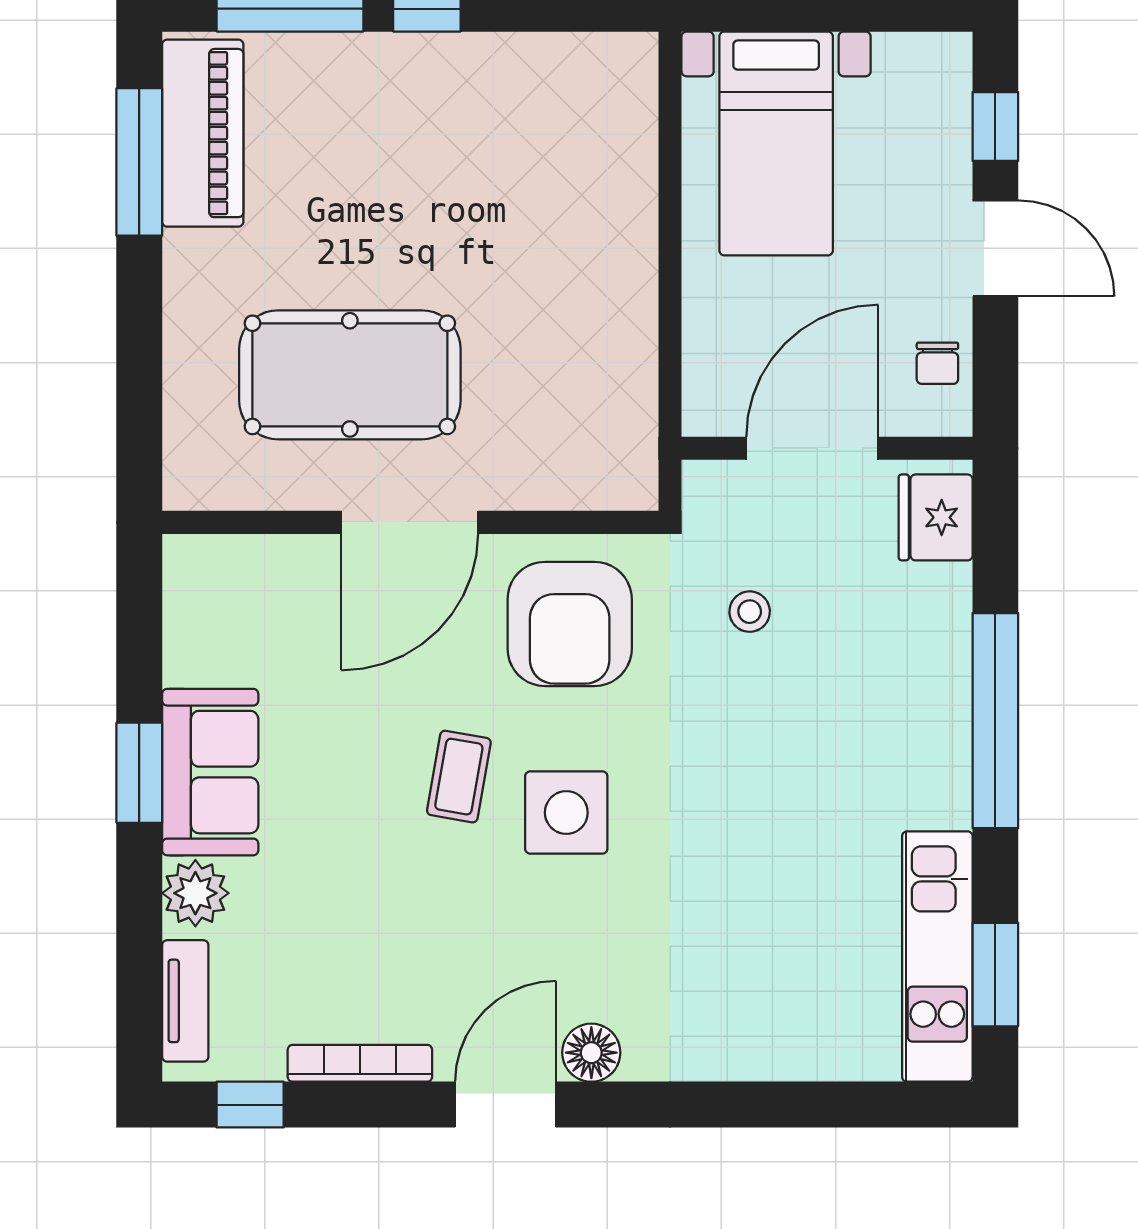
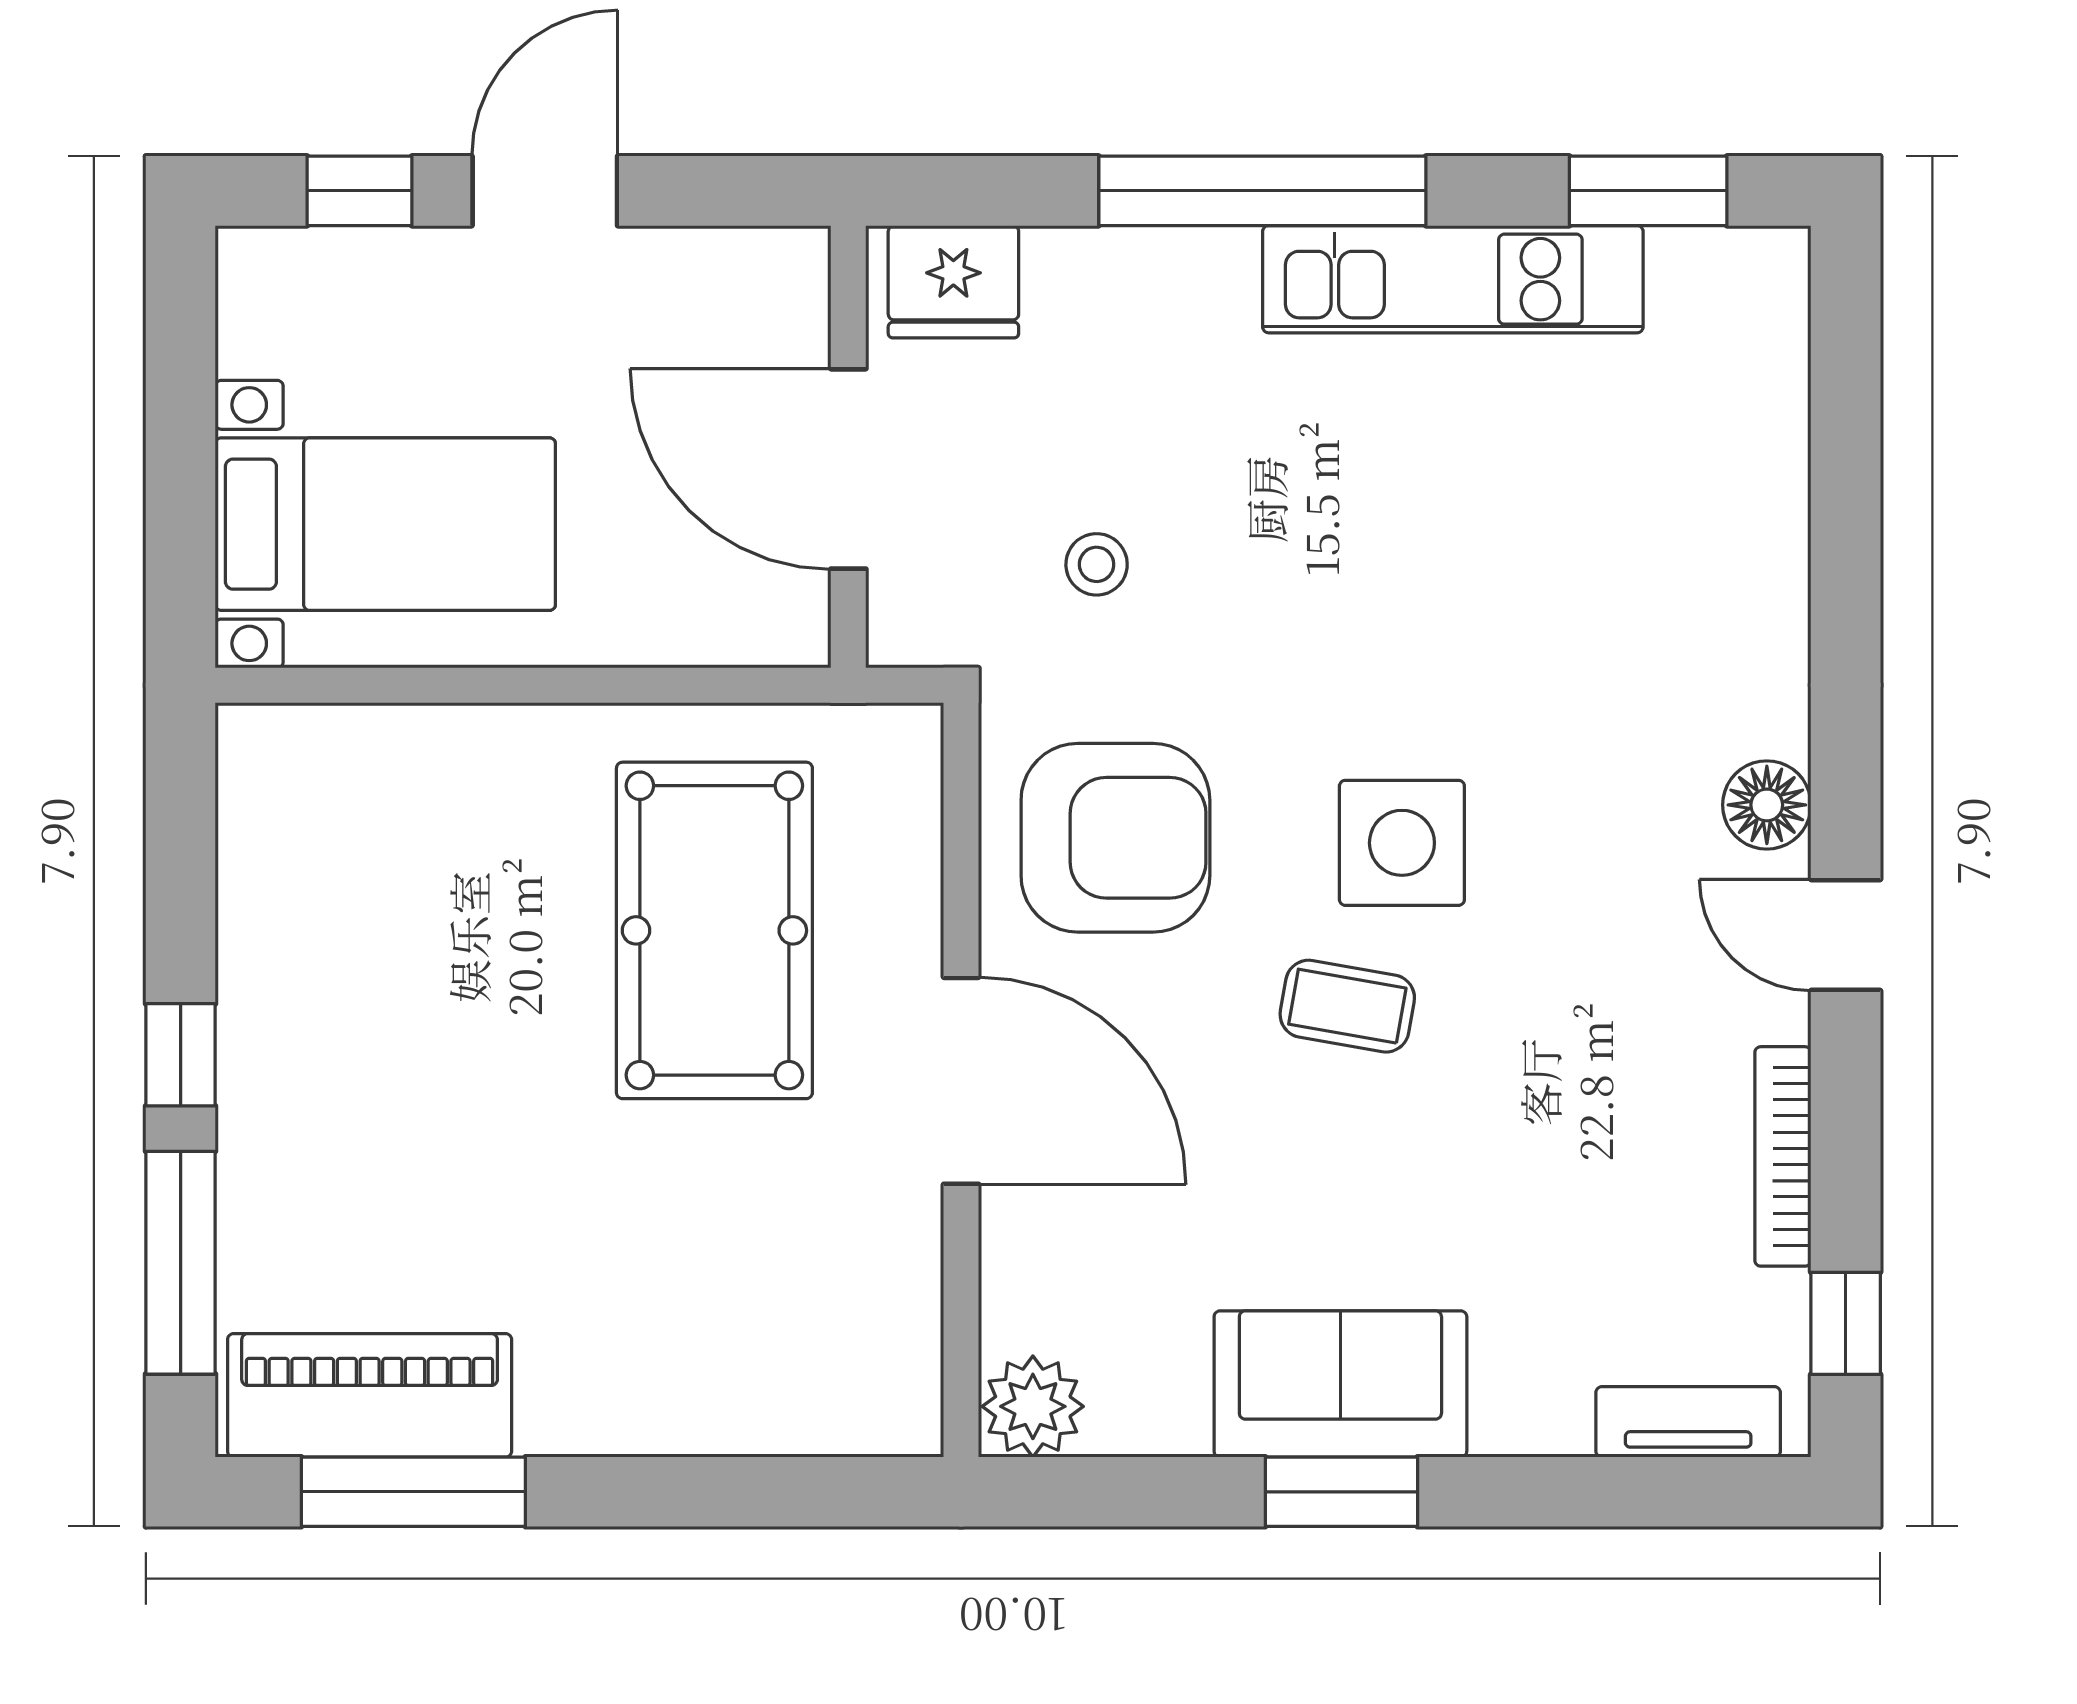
chair: (937, 363) -> (719, 279), removed
pool table: (350, 375) -> (714, 930), moved
plant: (195, 893) -> (1033, 1406), moved
kitchen unit: (937, 957) -> (1453, 279), moved
door: (506, 1105) -> (1846, 935), width x0.73

